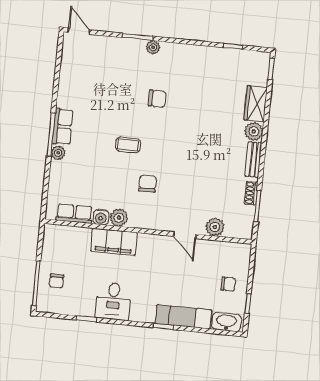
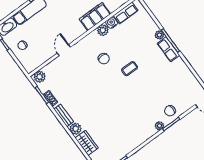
chair: (157, 99) -> (170, 111), moved
plant: (215, 227) -> (40, 77), moved
door: (185, 235) -> (64, 50), hinge flipped

